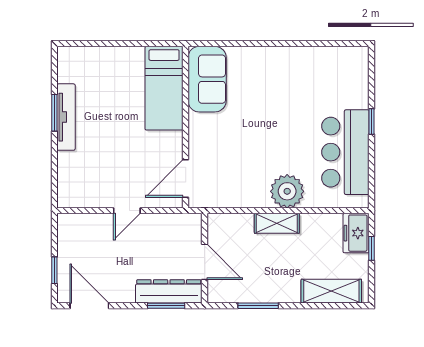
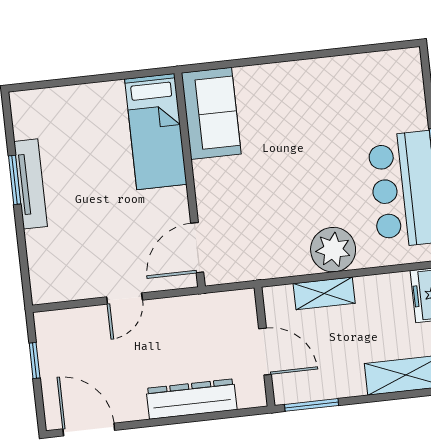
wall: (205, 258) -> (265, 347), moved
door: (205, 262) -> (265, 351), moved
window: (54, 270) -> (35, 360), moved
window: (166, 306) -> (190, 418), removed

